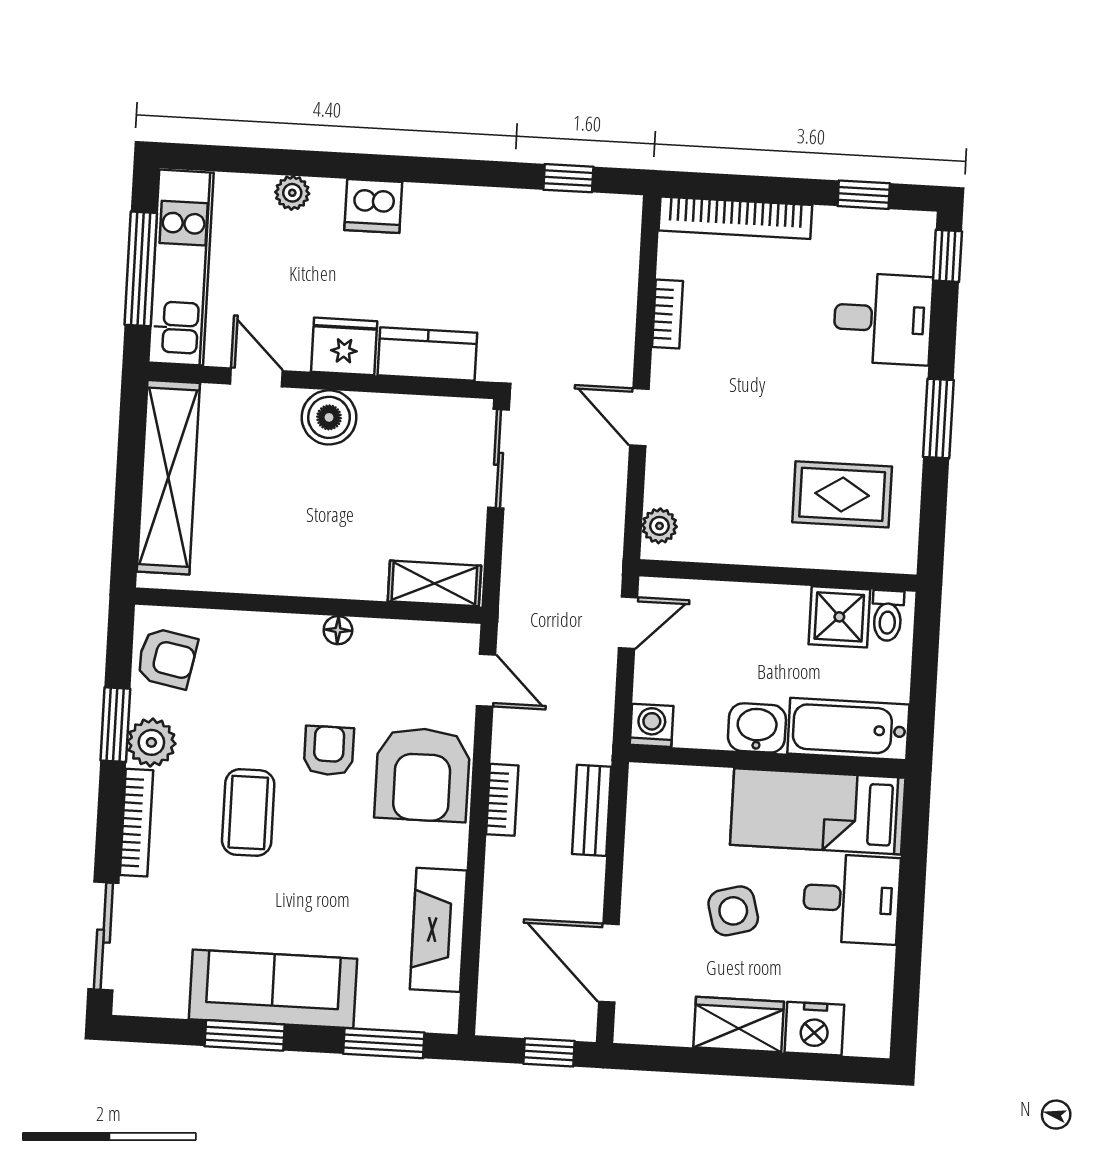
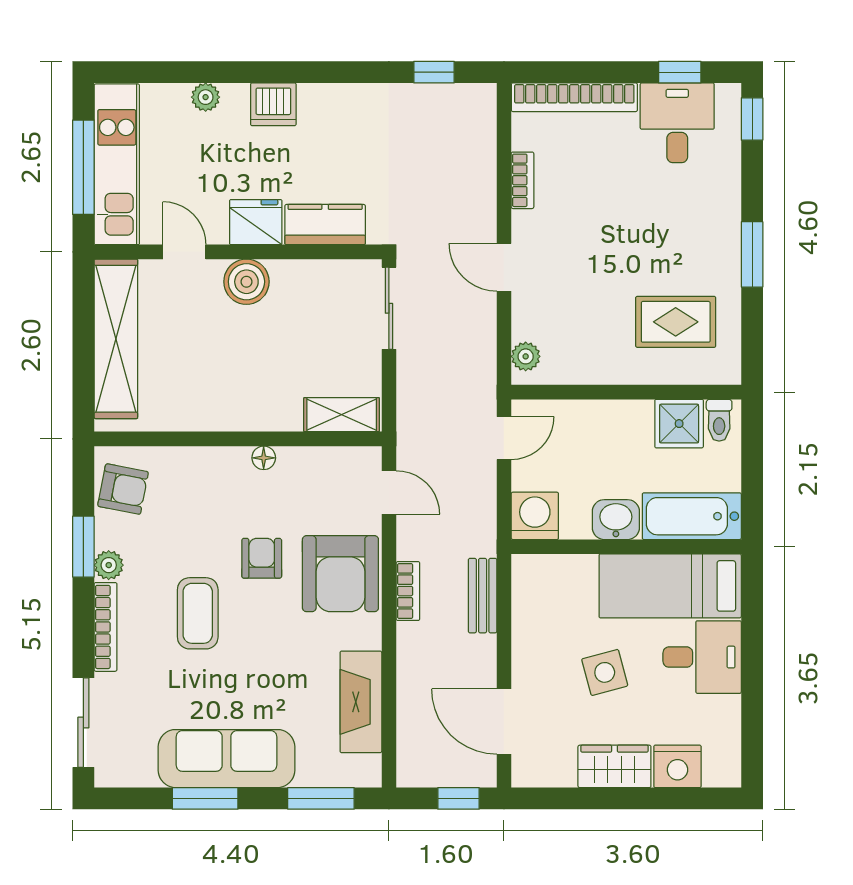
desk: (883, 319) -> (677, 123), moved, turned -90
washing machine: (652, 725) -> (535, 516), width x1.38, depth x1.38
plant: (151, 742) -> (109, 565), width x0.73, depth x0.73

